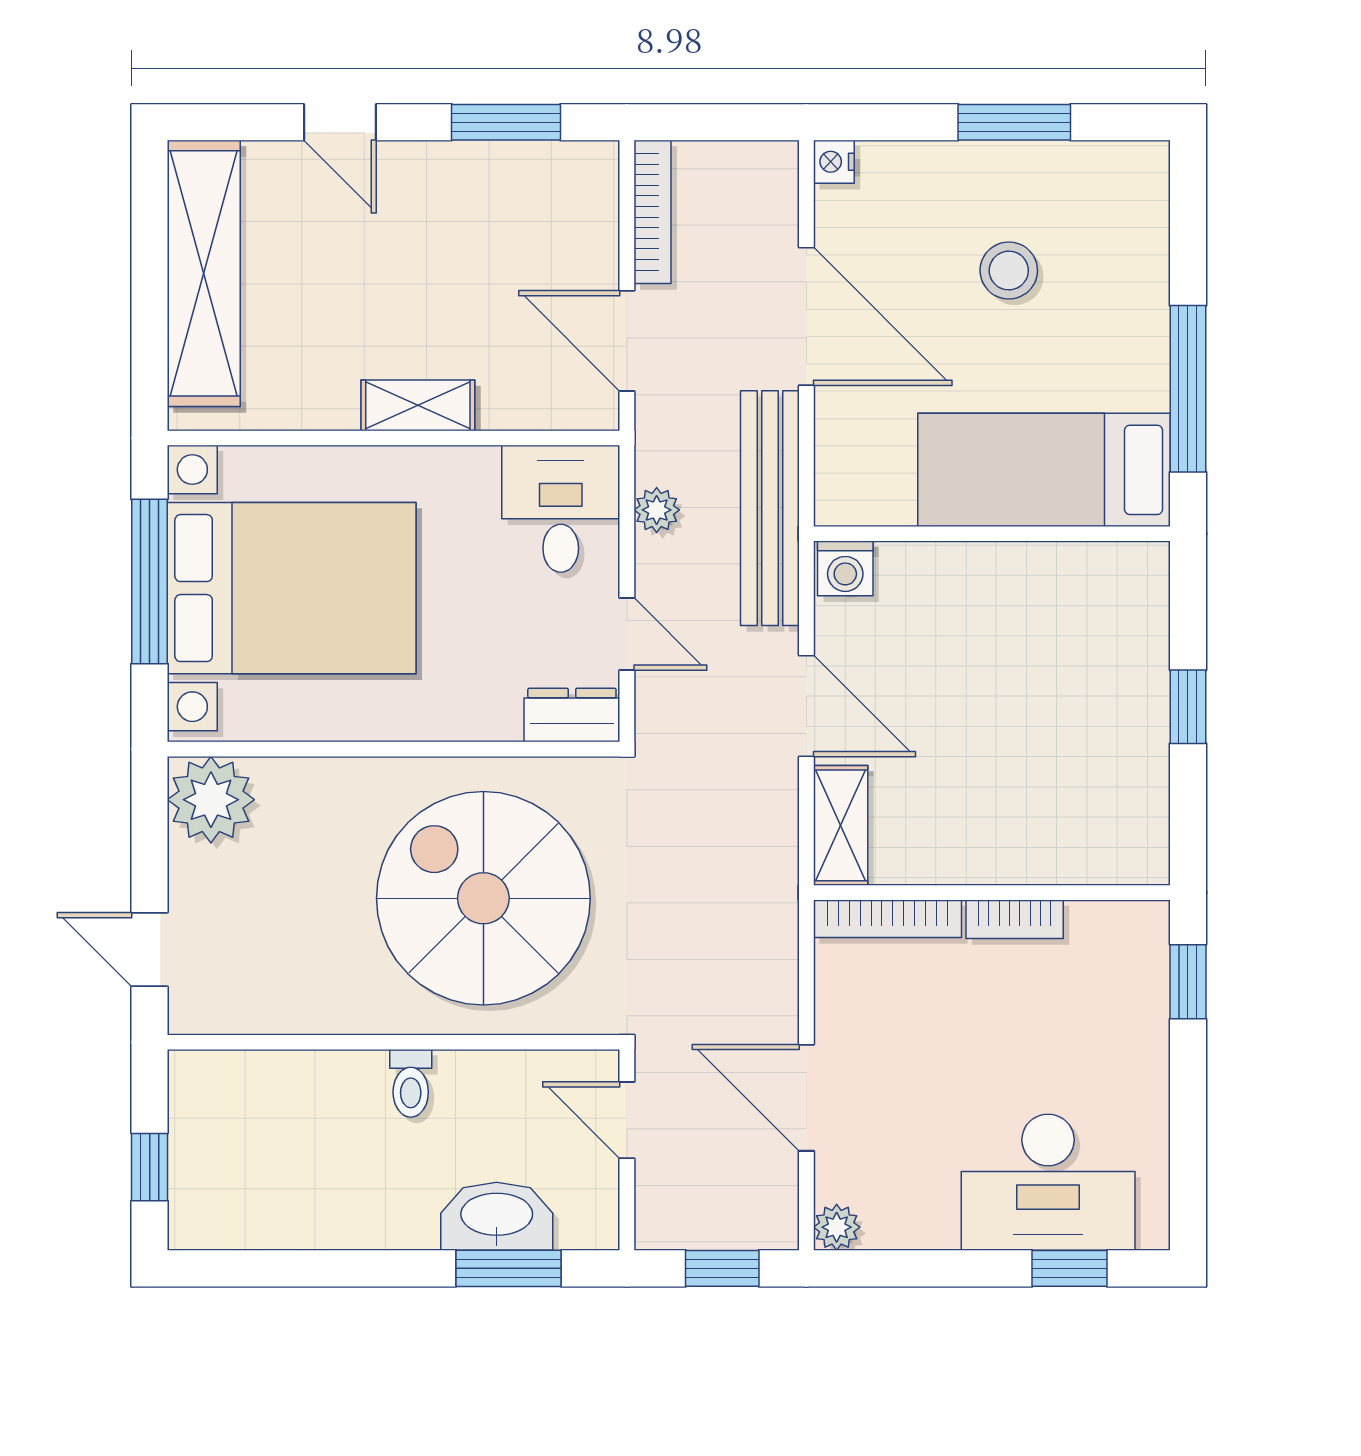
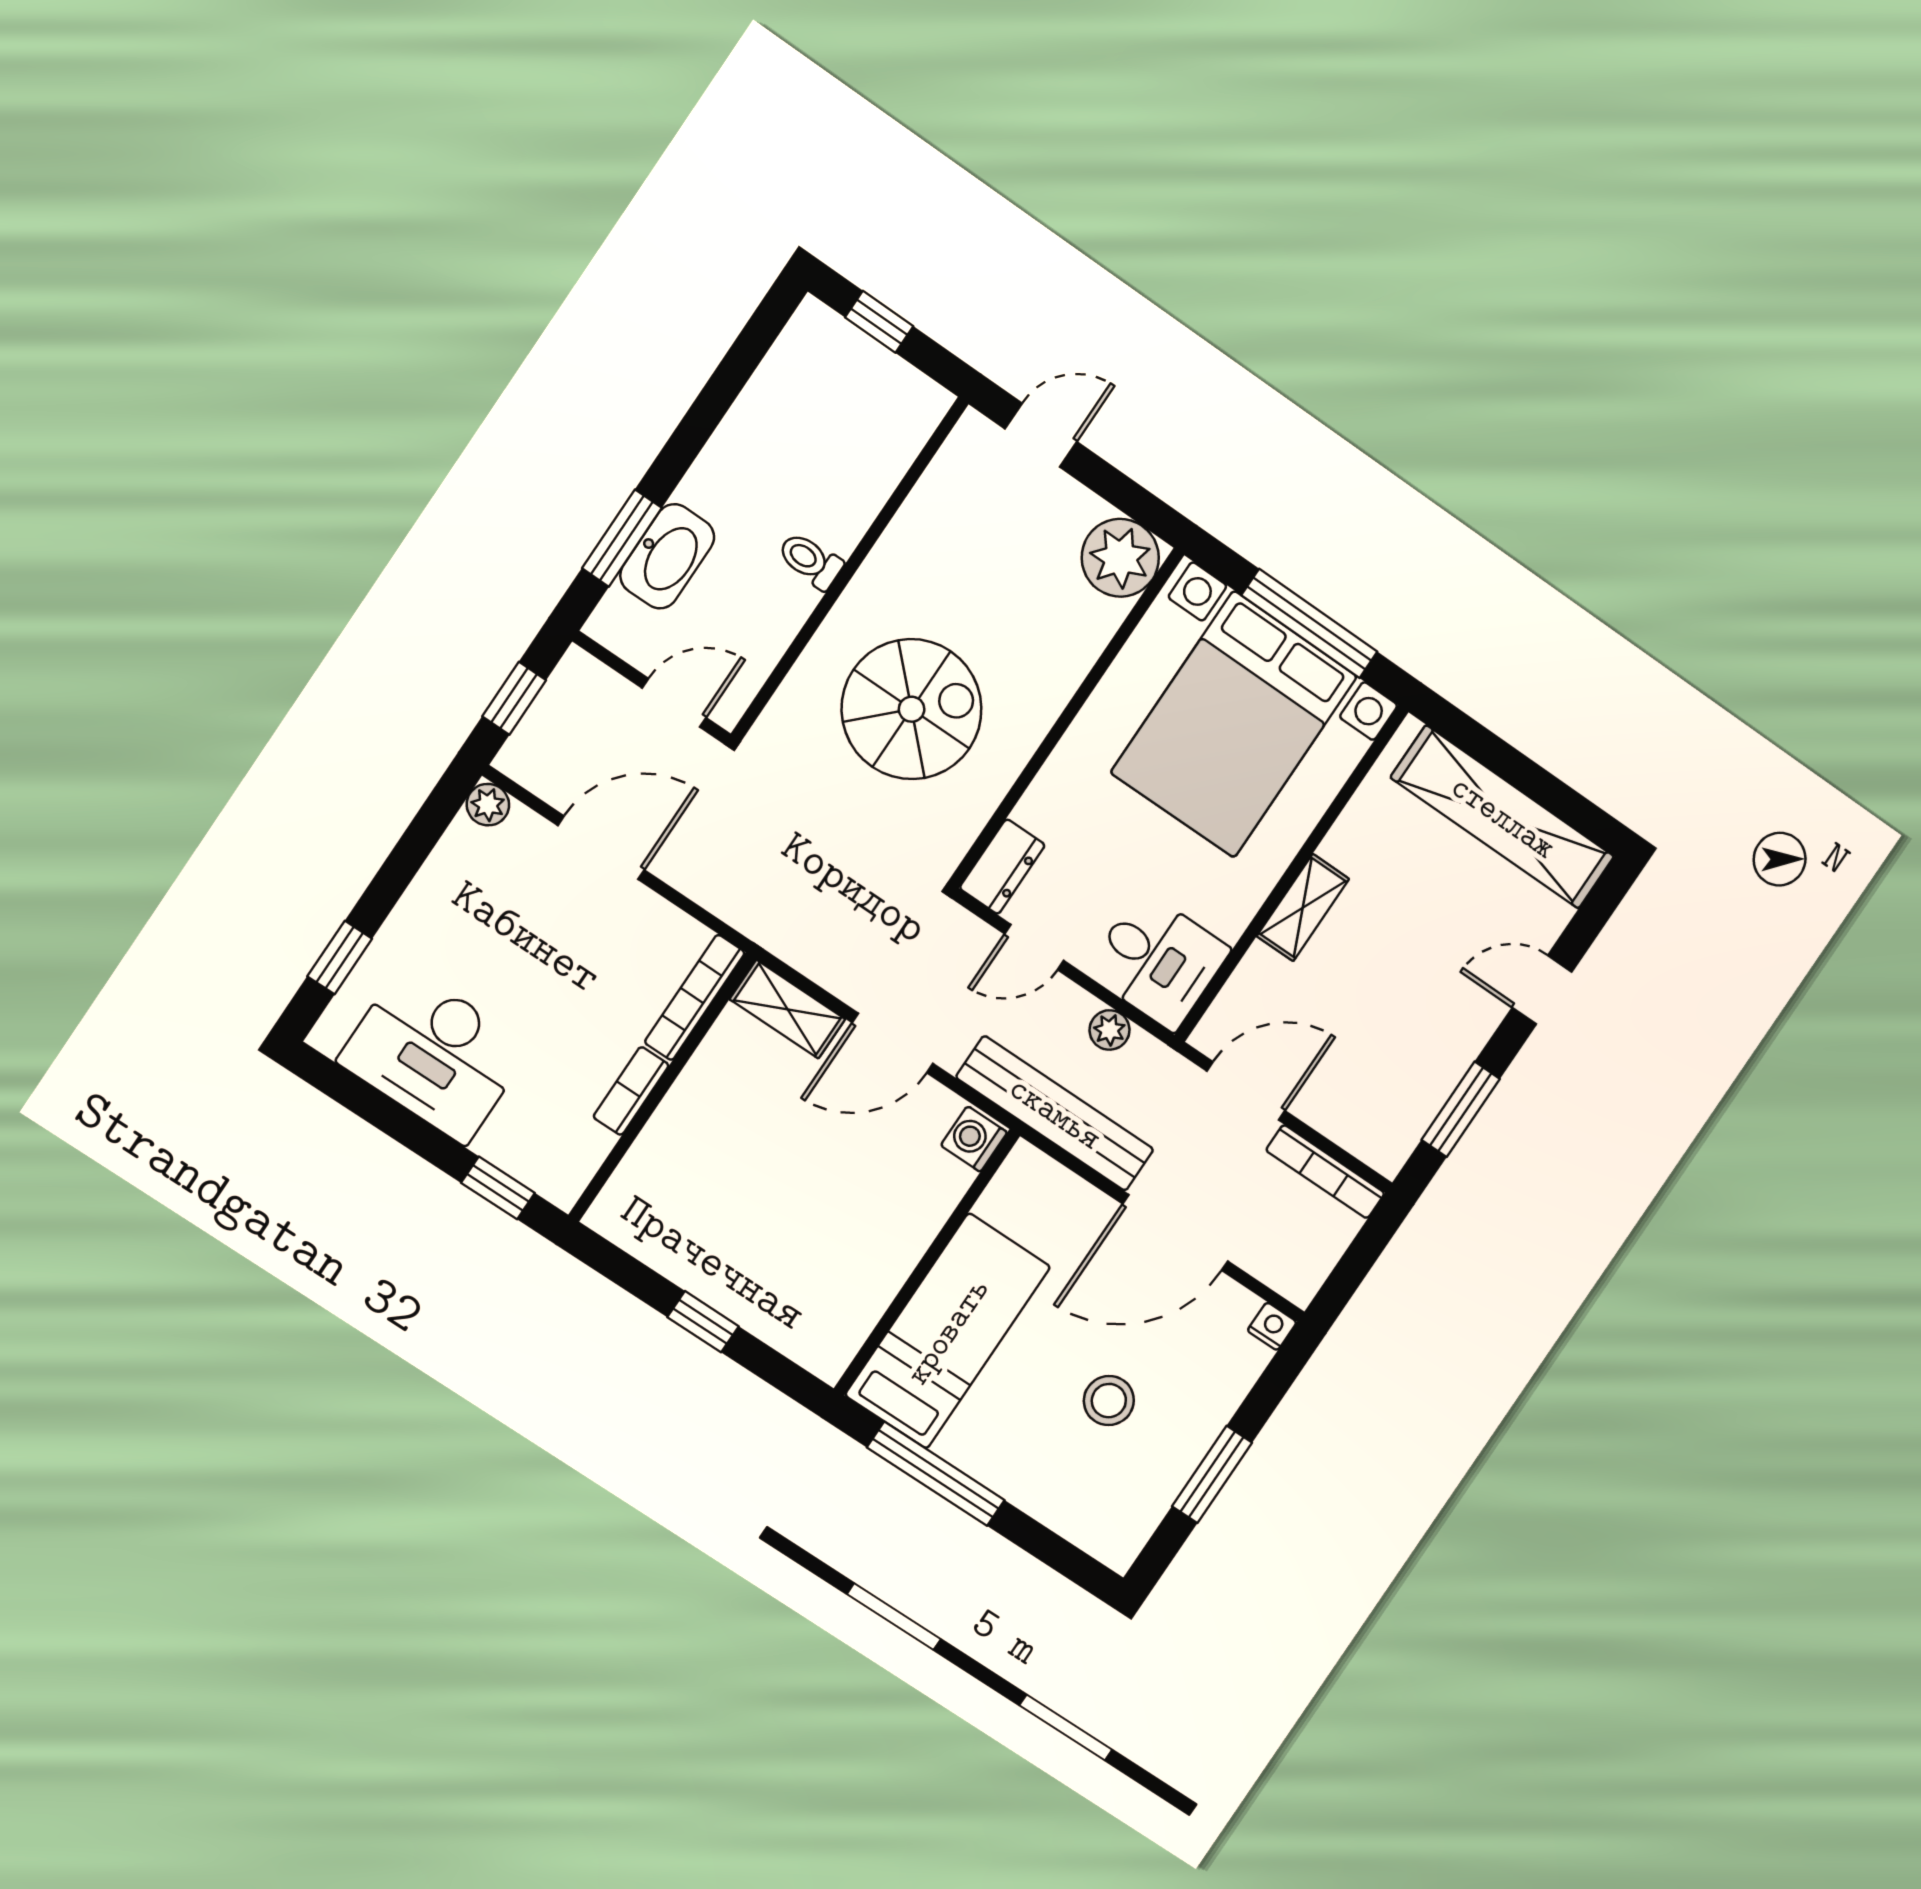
spiral stairs: (483, 898) -> (912, 709), width x0.73, depth x0.73
desk: (1048, 1182) -> (434, 1054), moved, turned -90

